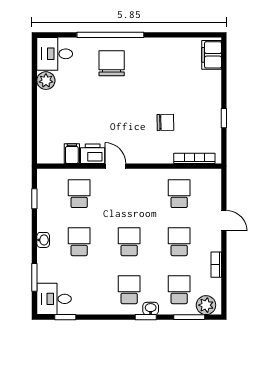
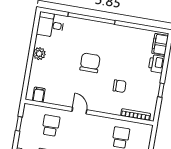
chair: (112, 63) -> (90, 63), moved
plant: (46, 81) -> (39, 54), moved
filing cabinet: (72, 154) -> (39, 95), moved
printer: (93, 154) -> (157, 64), moved, turned -90

